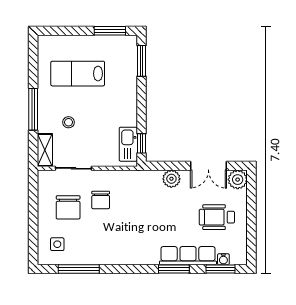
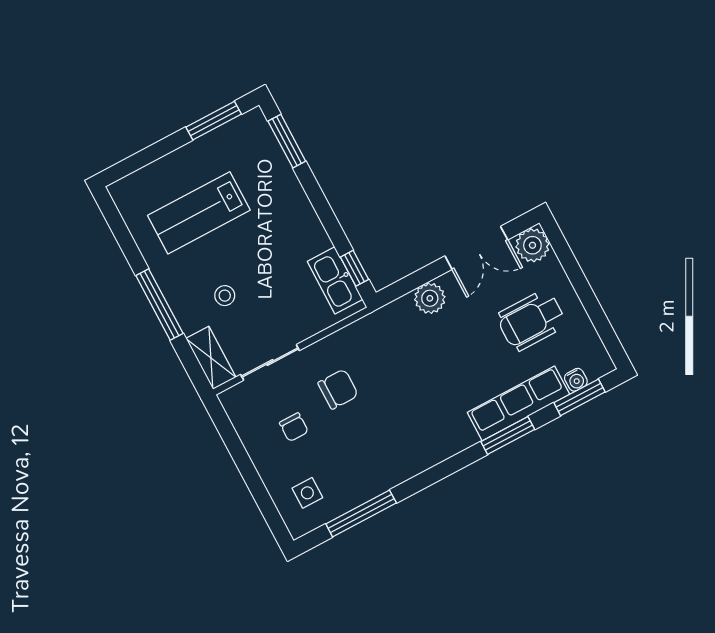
chair: (101, 200) -> (338, 389), turned -90
chair: (68, 207) -> (294, 427), width x0.54, depth x0.54

